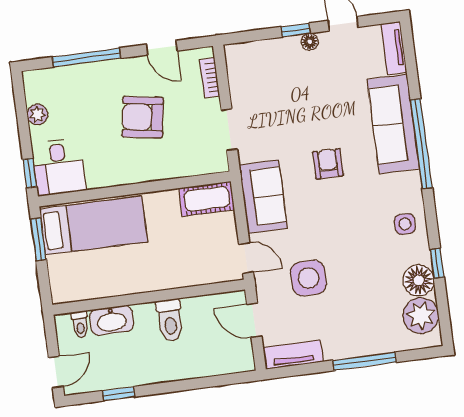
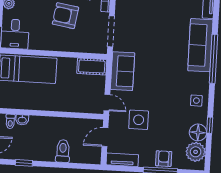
doorway: (229, 130) -> (111, 31), width x1.38
armchair: (328, 164) -> (164, 159), moved
washbasin: (111, 320) -> (22, 120), width x0.52, depth x0.69
toilet: (170, 320) -> (63, 151), moved, turned 180
door: (254, 320) -> (105, 137), hinge flipped

